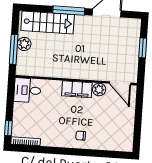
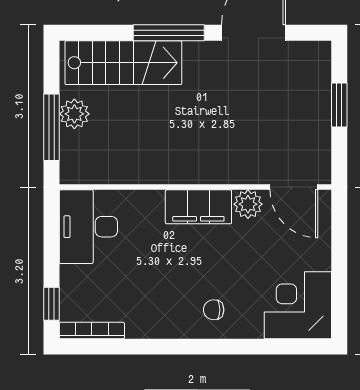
desk: (27, 90) -> (88, 227), width x1.37
corner desk: (118, 136) -> (298, 305), added

